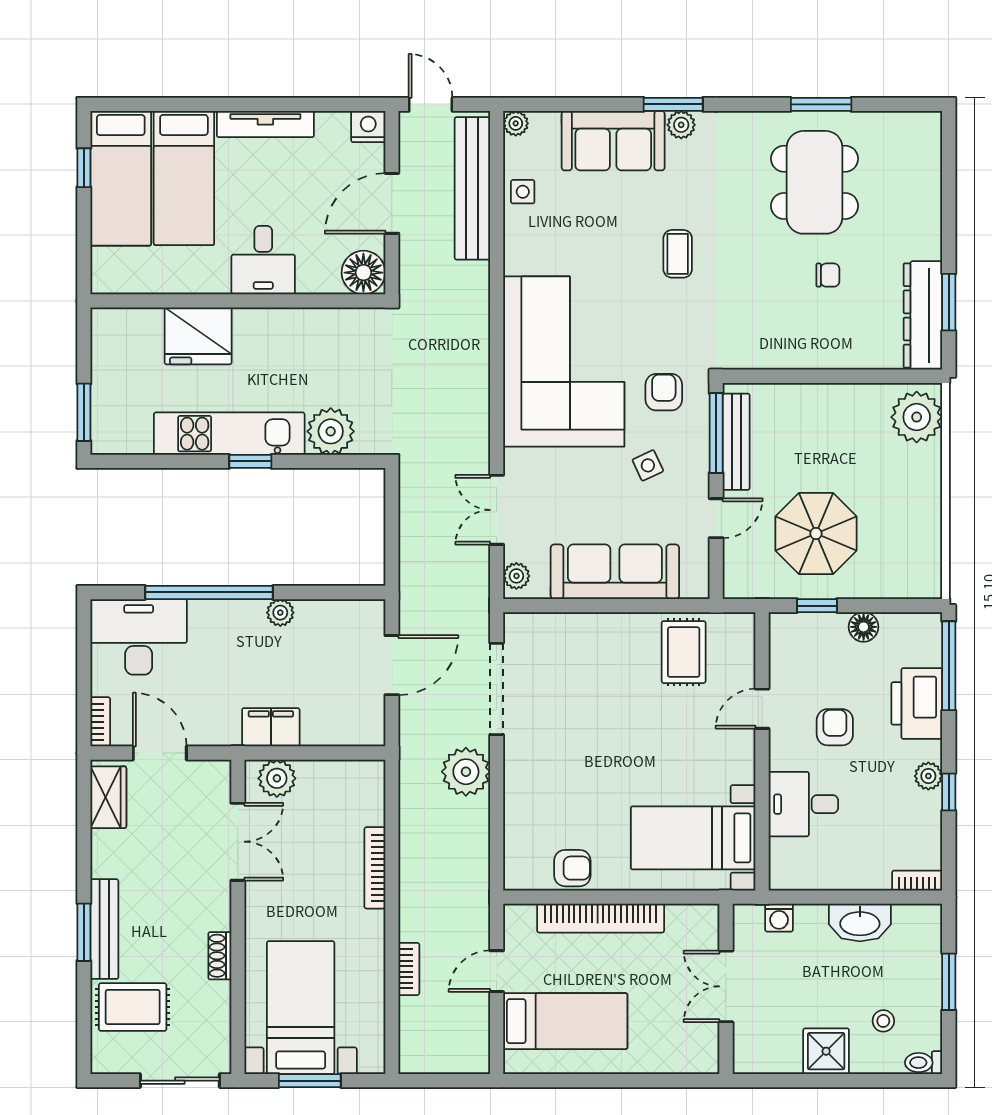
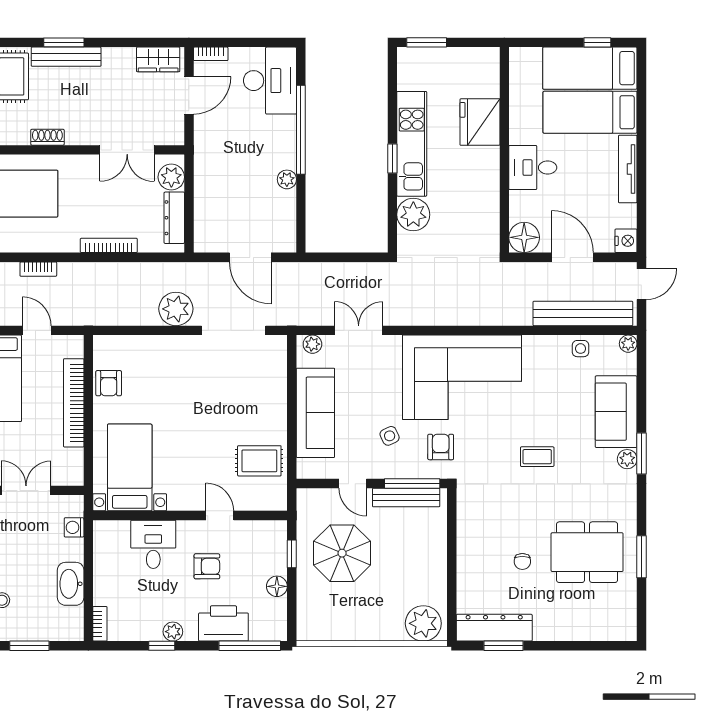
armchair: (664, 392) -> (441, 447), turned -90
filing cabinet: (271, 727) -> (207, 173), removed
dresser: (335, 774) -> (174, 218), added

